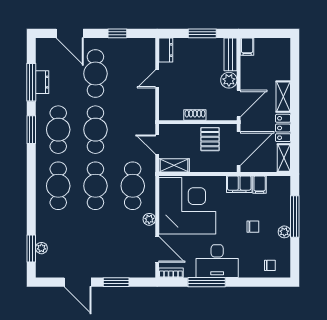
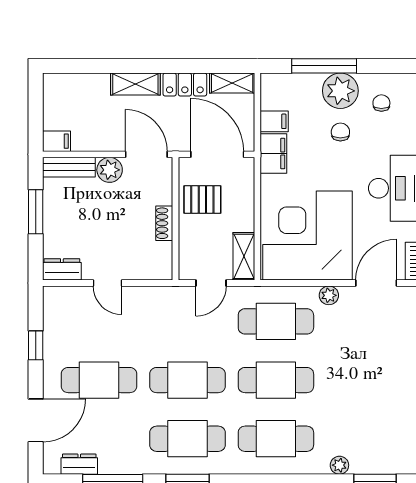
dresser: (42, 82) -> (79, 464), moved
plant: (284, 232) -> (340, 91), width x1.88, depth x1.88
plant: (41, 248) -> (339, 465), moved
chair: (270, 265) -> (381, 103), moved

